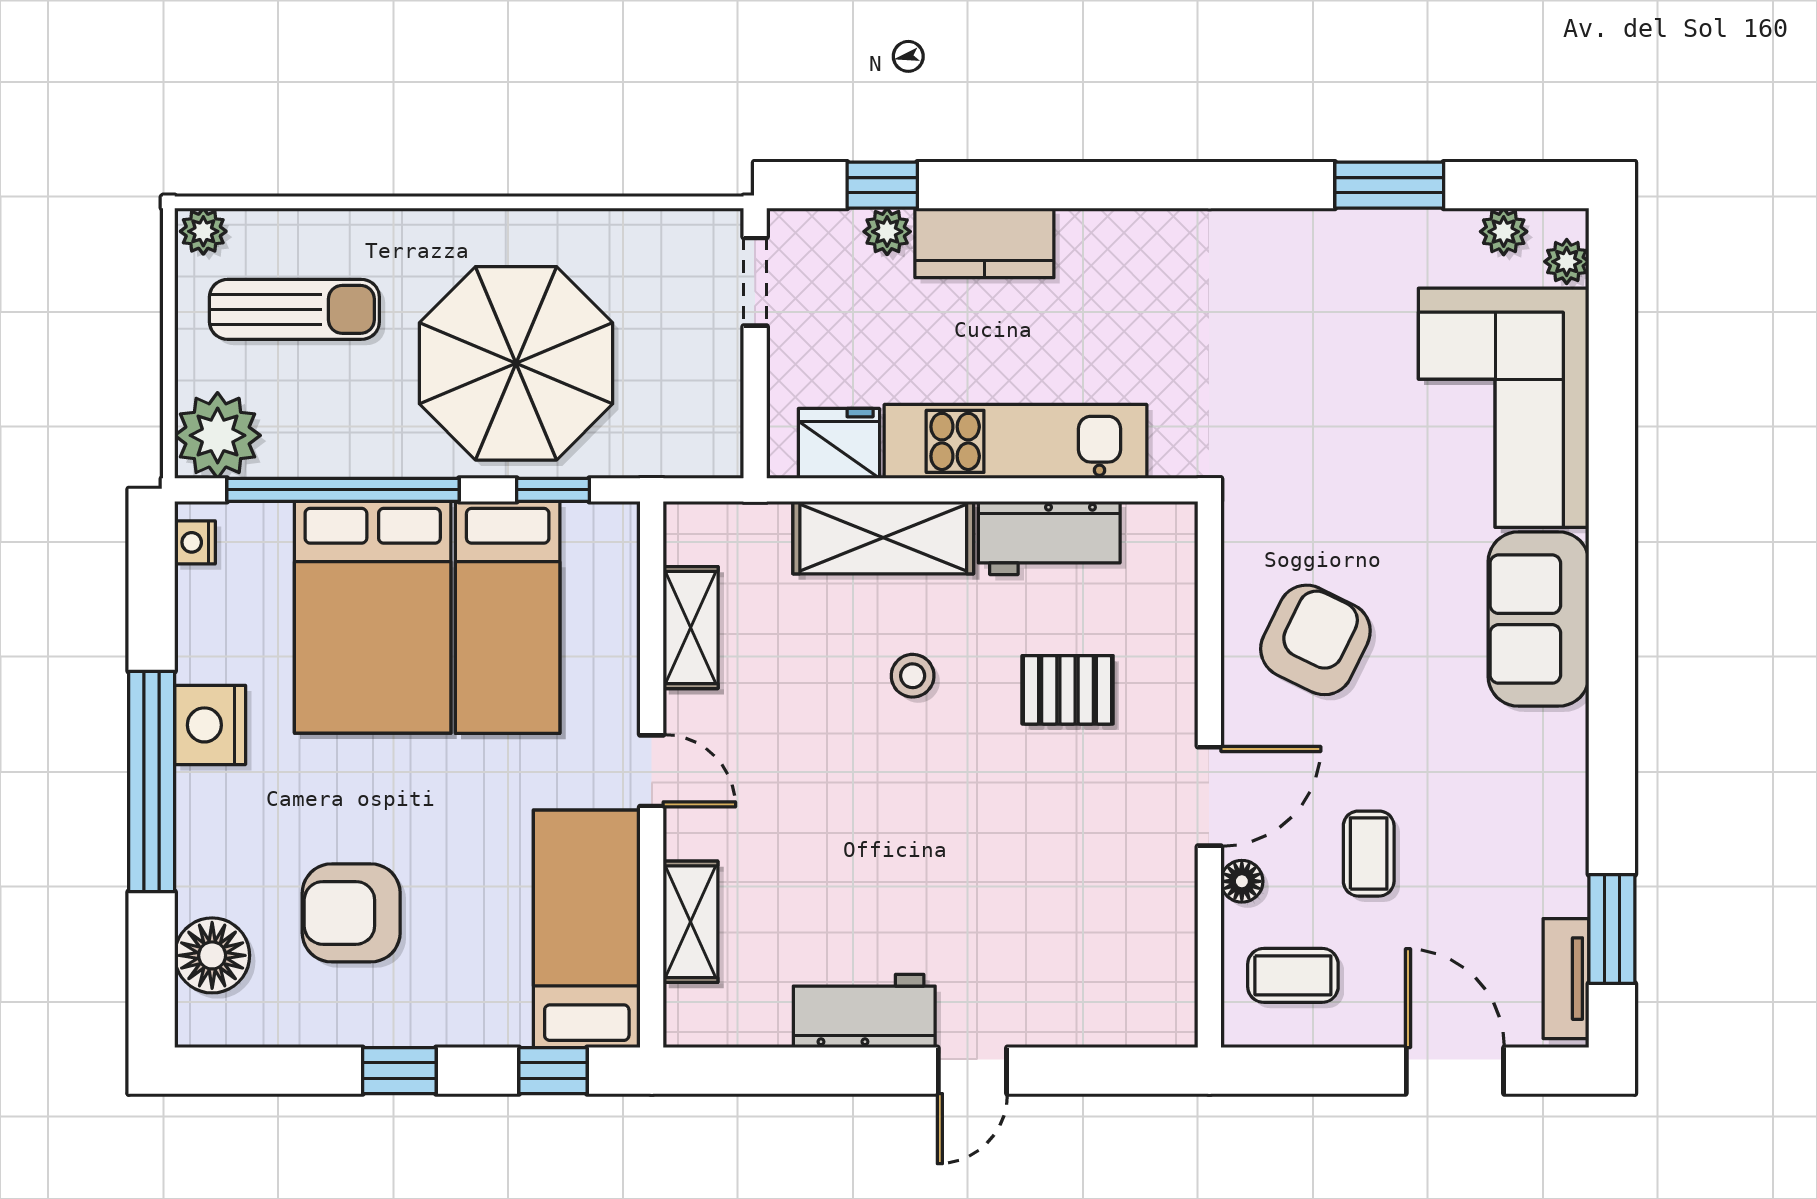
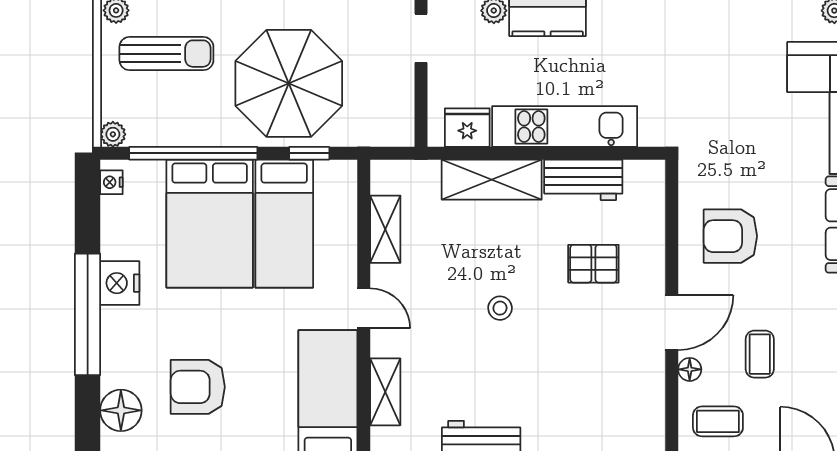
plant: (218, 435) -> (113, 134), width x0.53, depth x0.53
armchair: (1315, 640) -> (730, 236), turned -116
stool: (913, 676) -> (500, 308), moved

